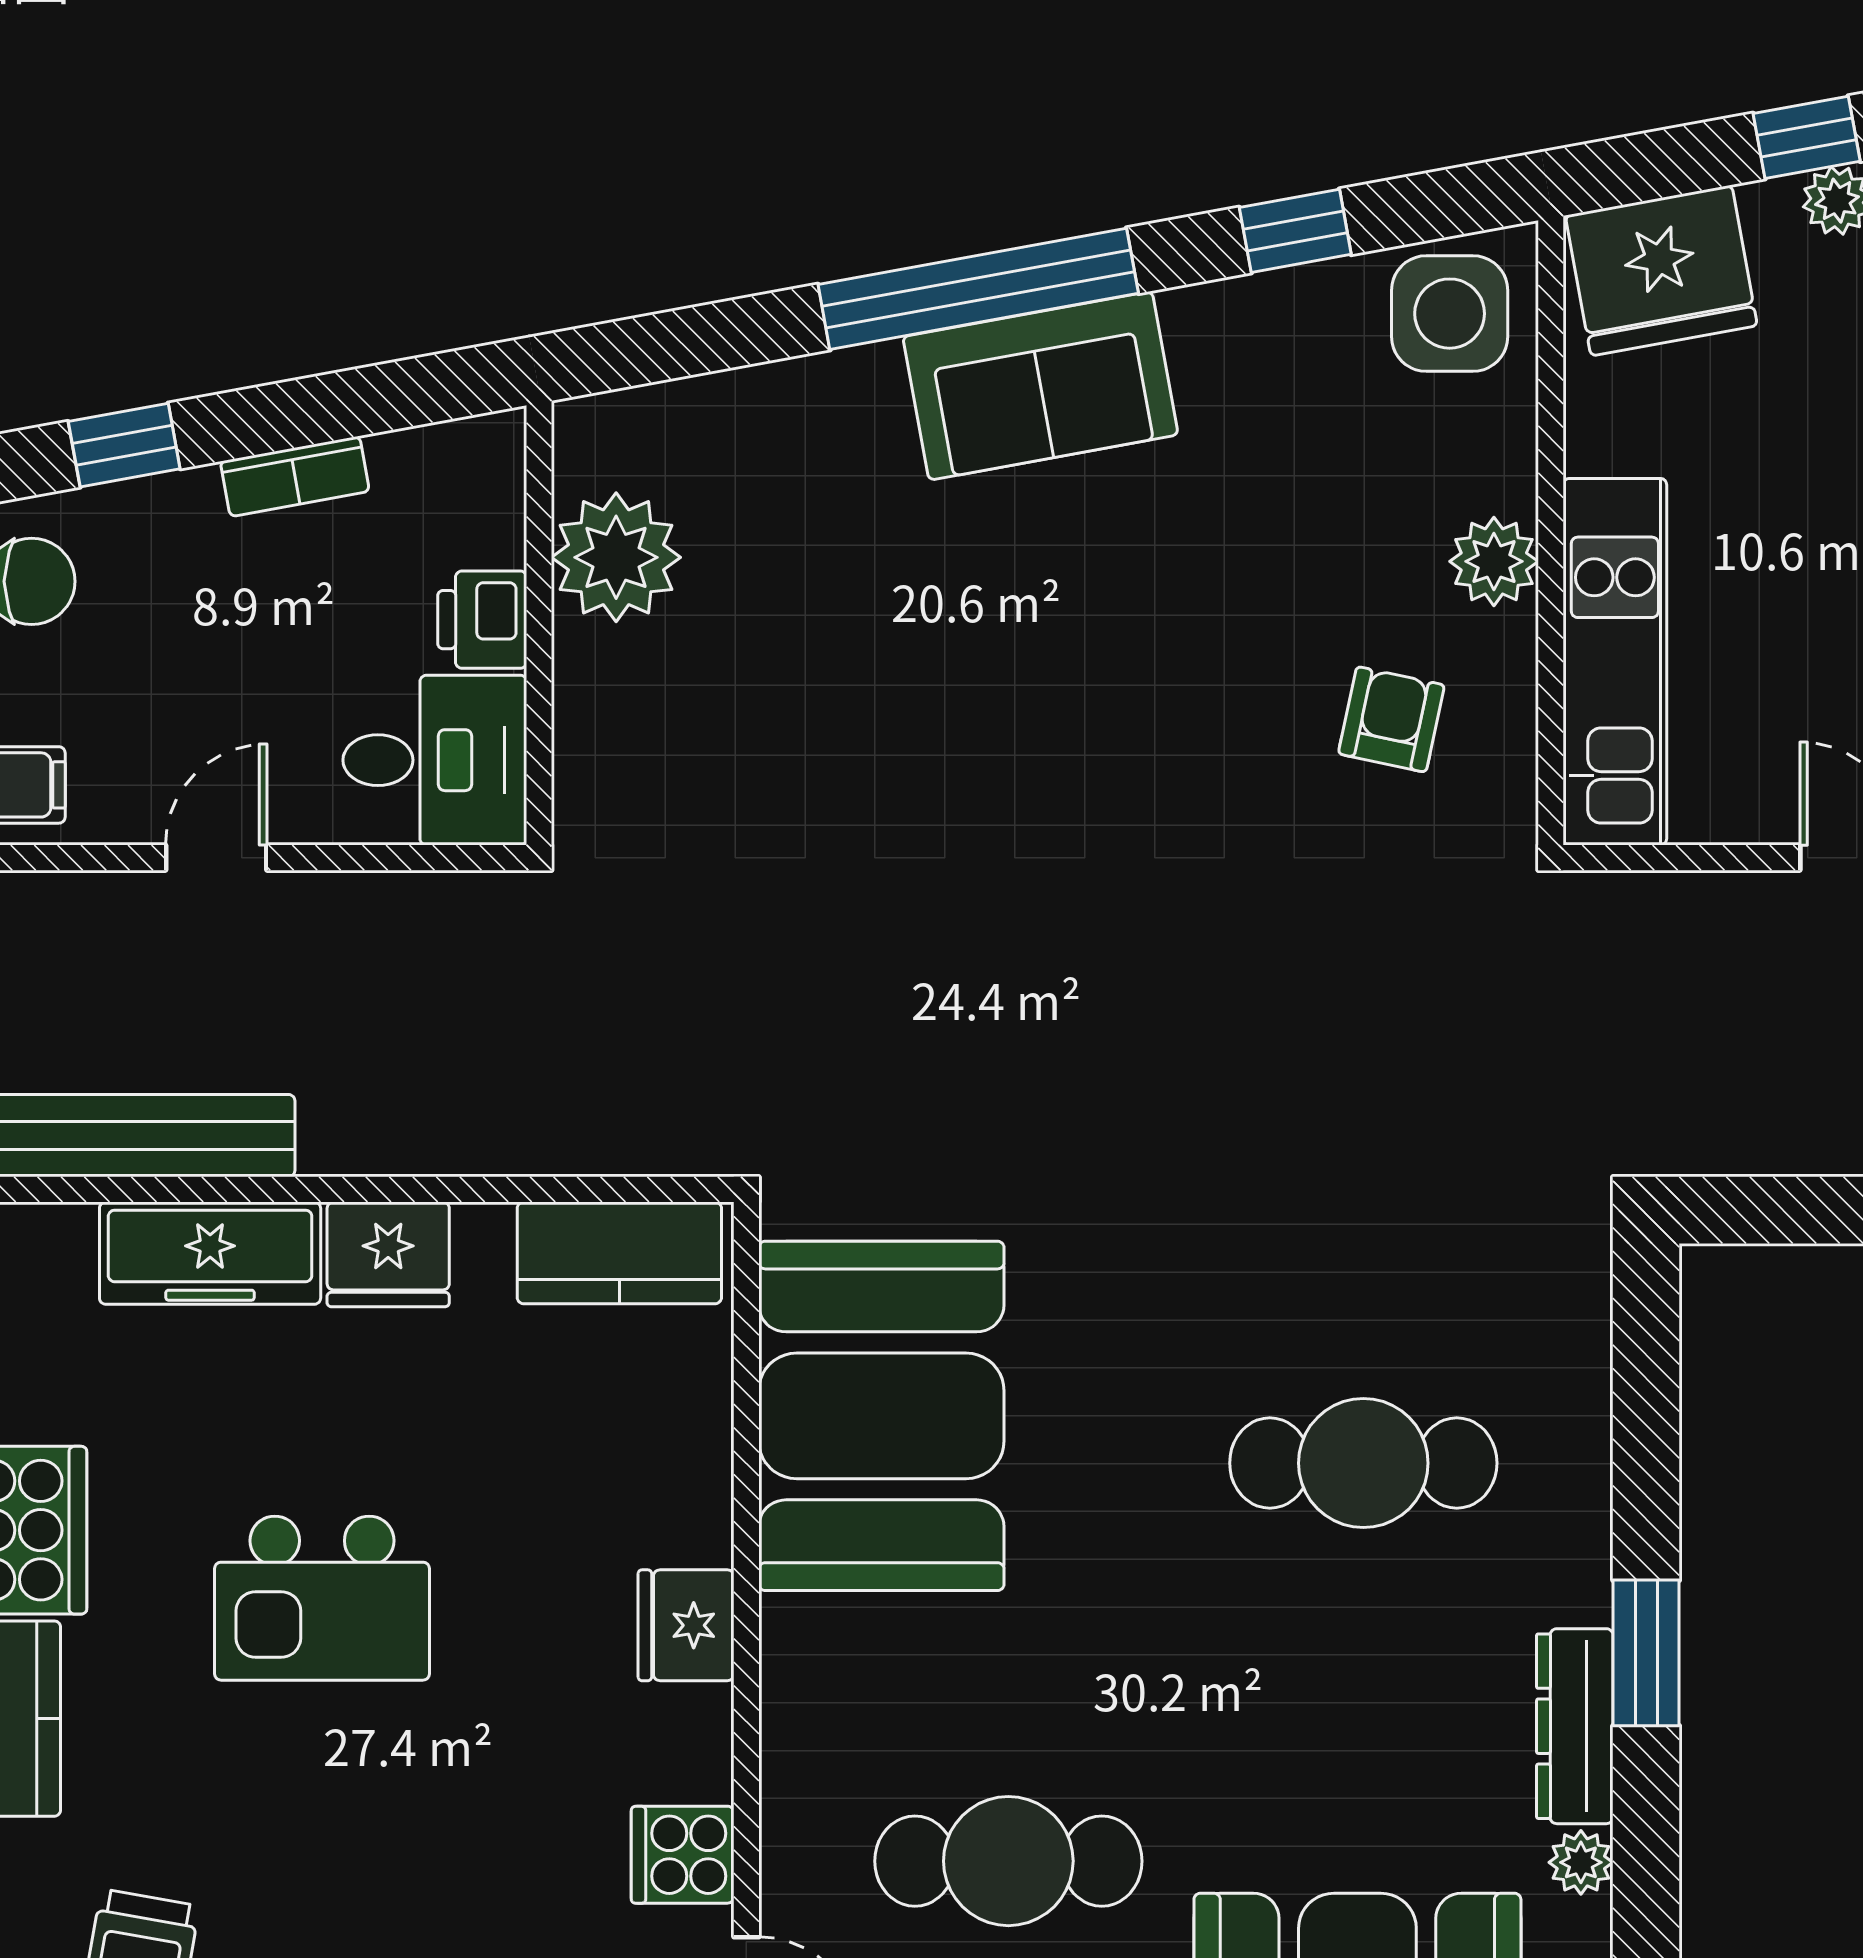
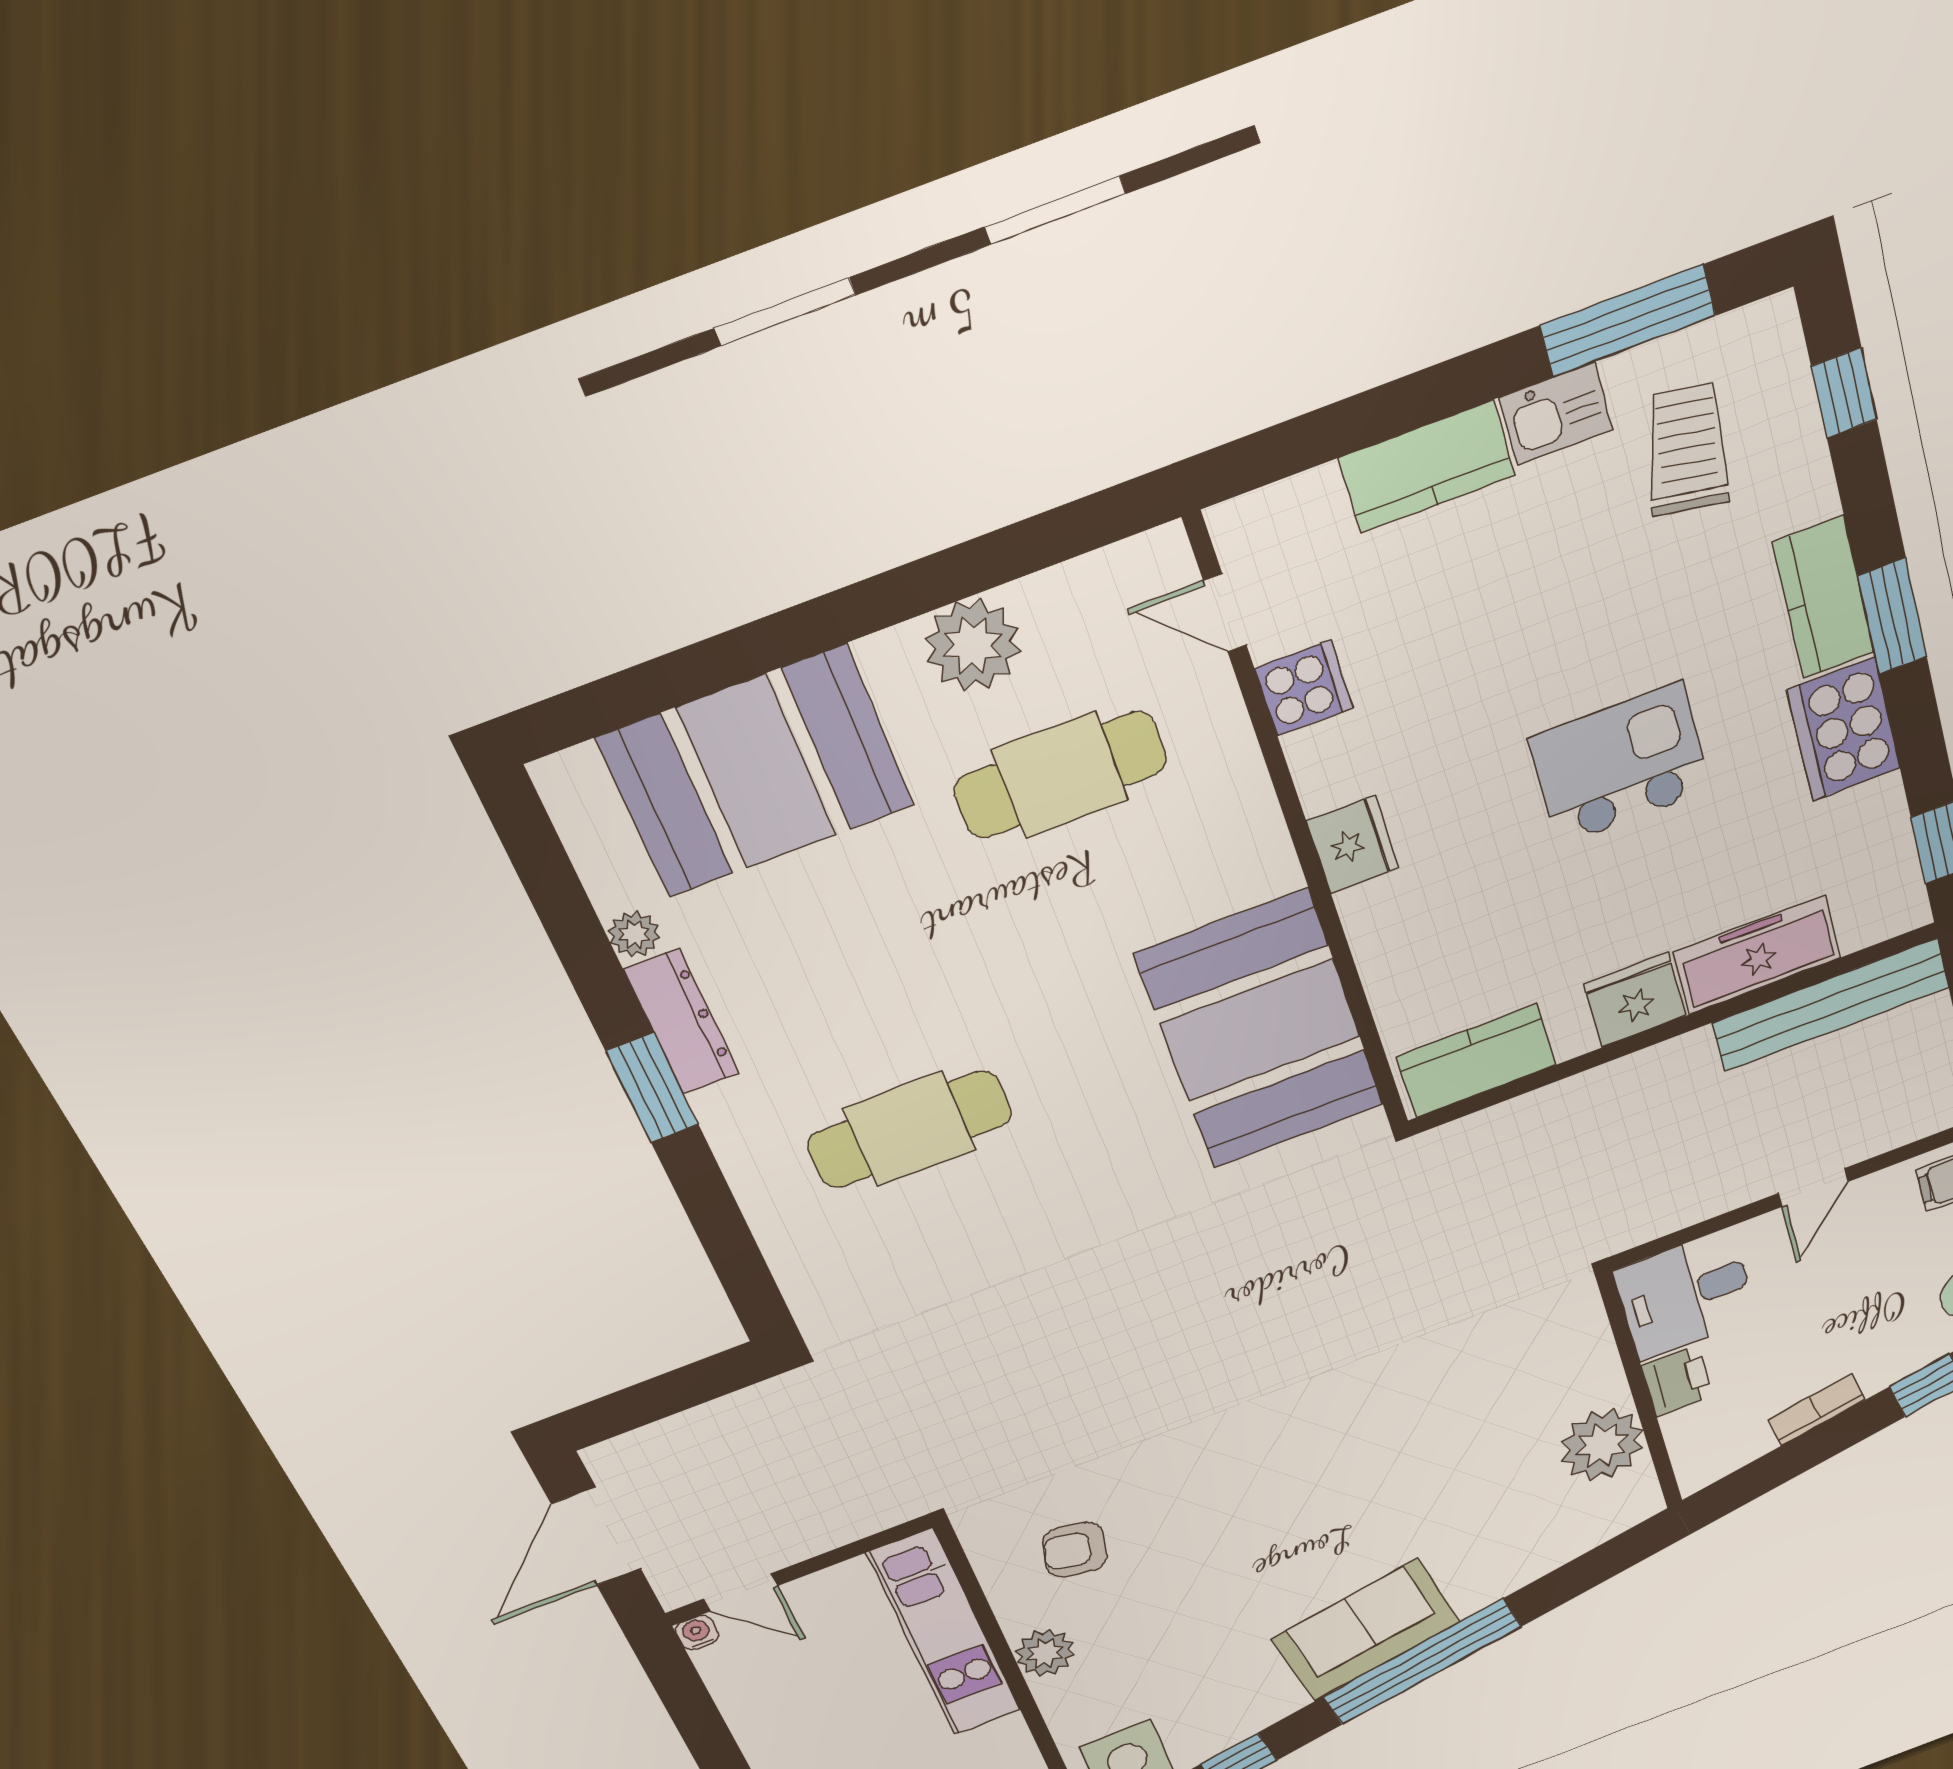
armchair: (1391, 719) -> (1075, 1550), turned 90

